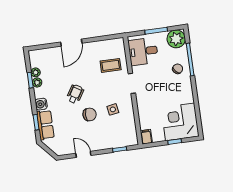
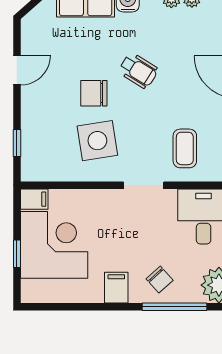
filing cabinet: (185, 90) -> (116, 288), added
side table: (113, 109) -> (97, 141), width x1.87, depth x1.87
chair: (90, 114) -> (94, 93), turned 90
corner desk: (180, 122) -> (54, 245), moved

